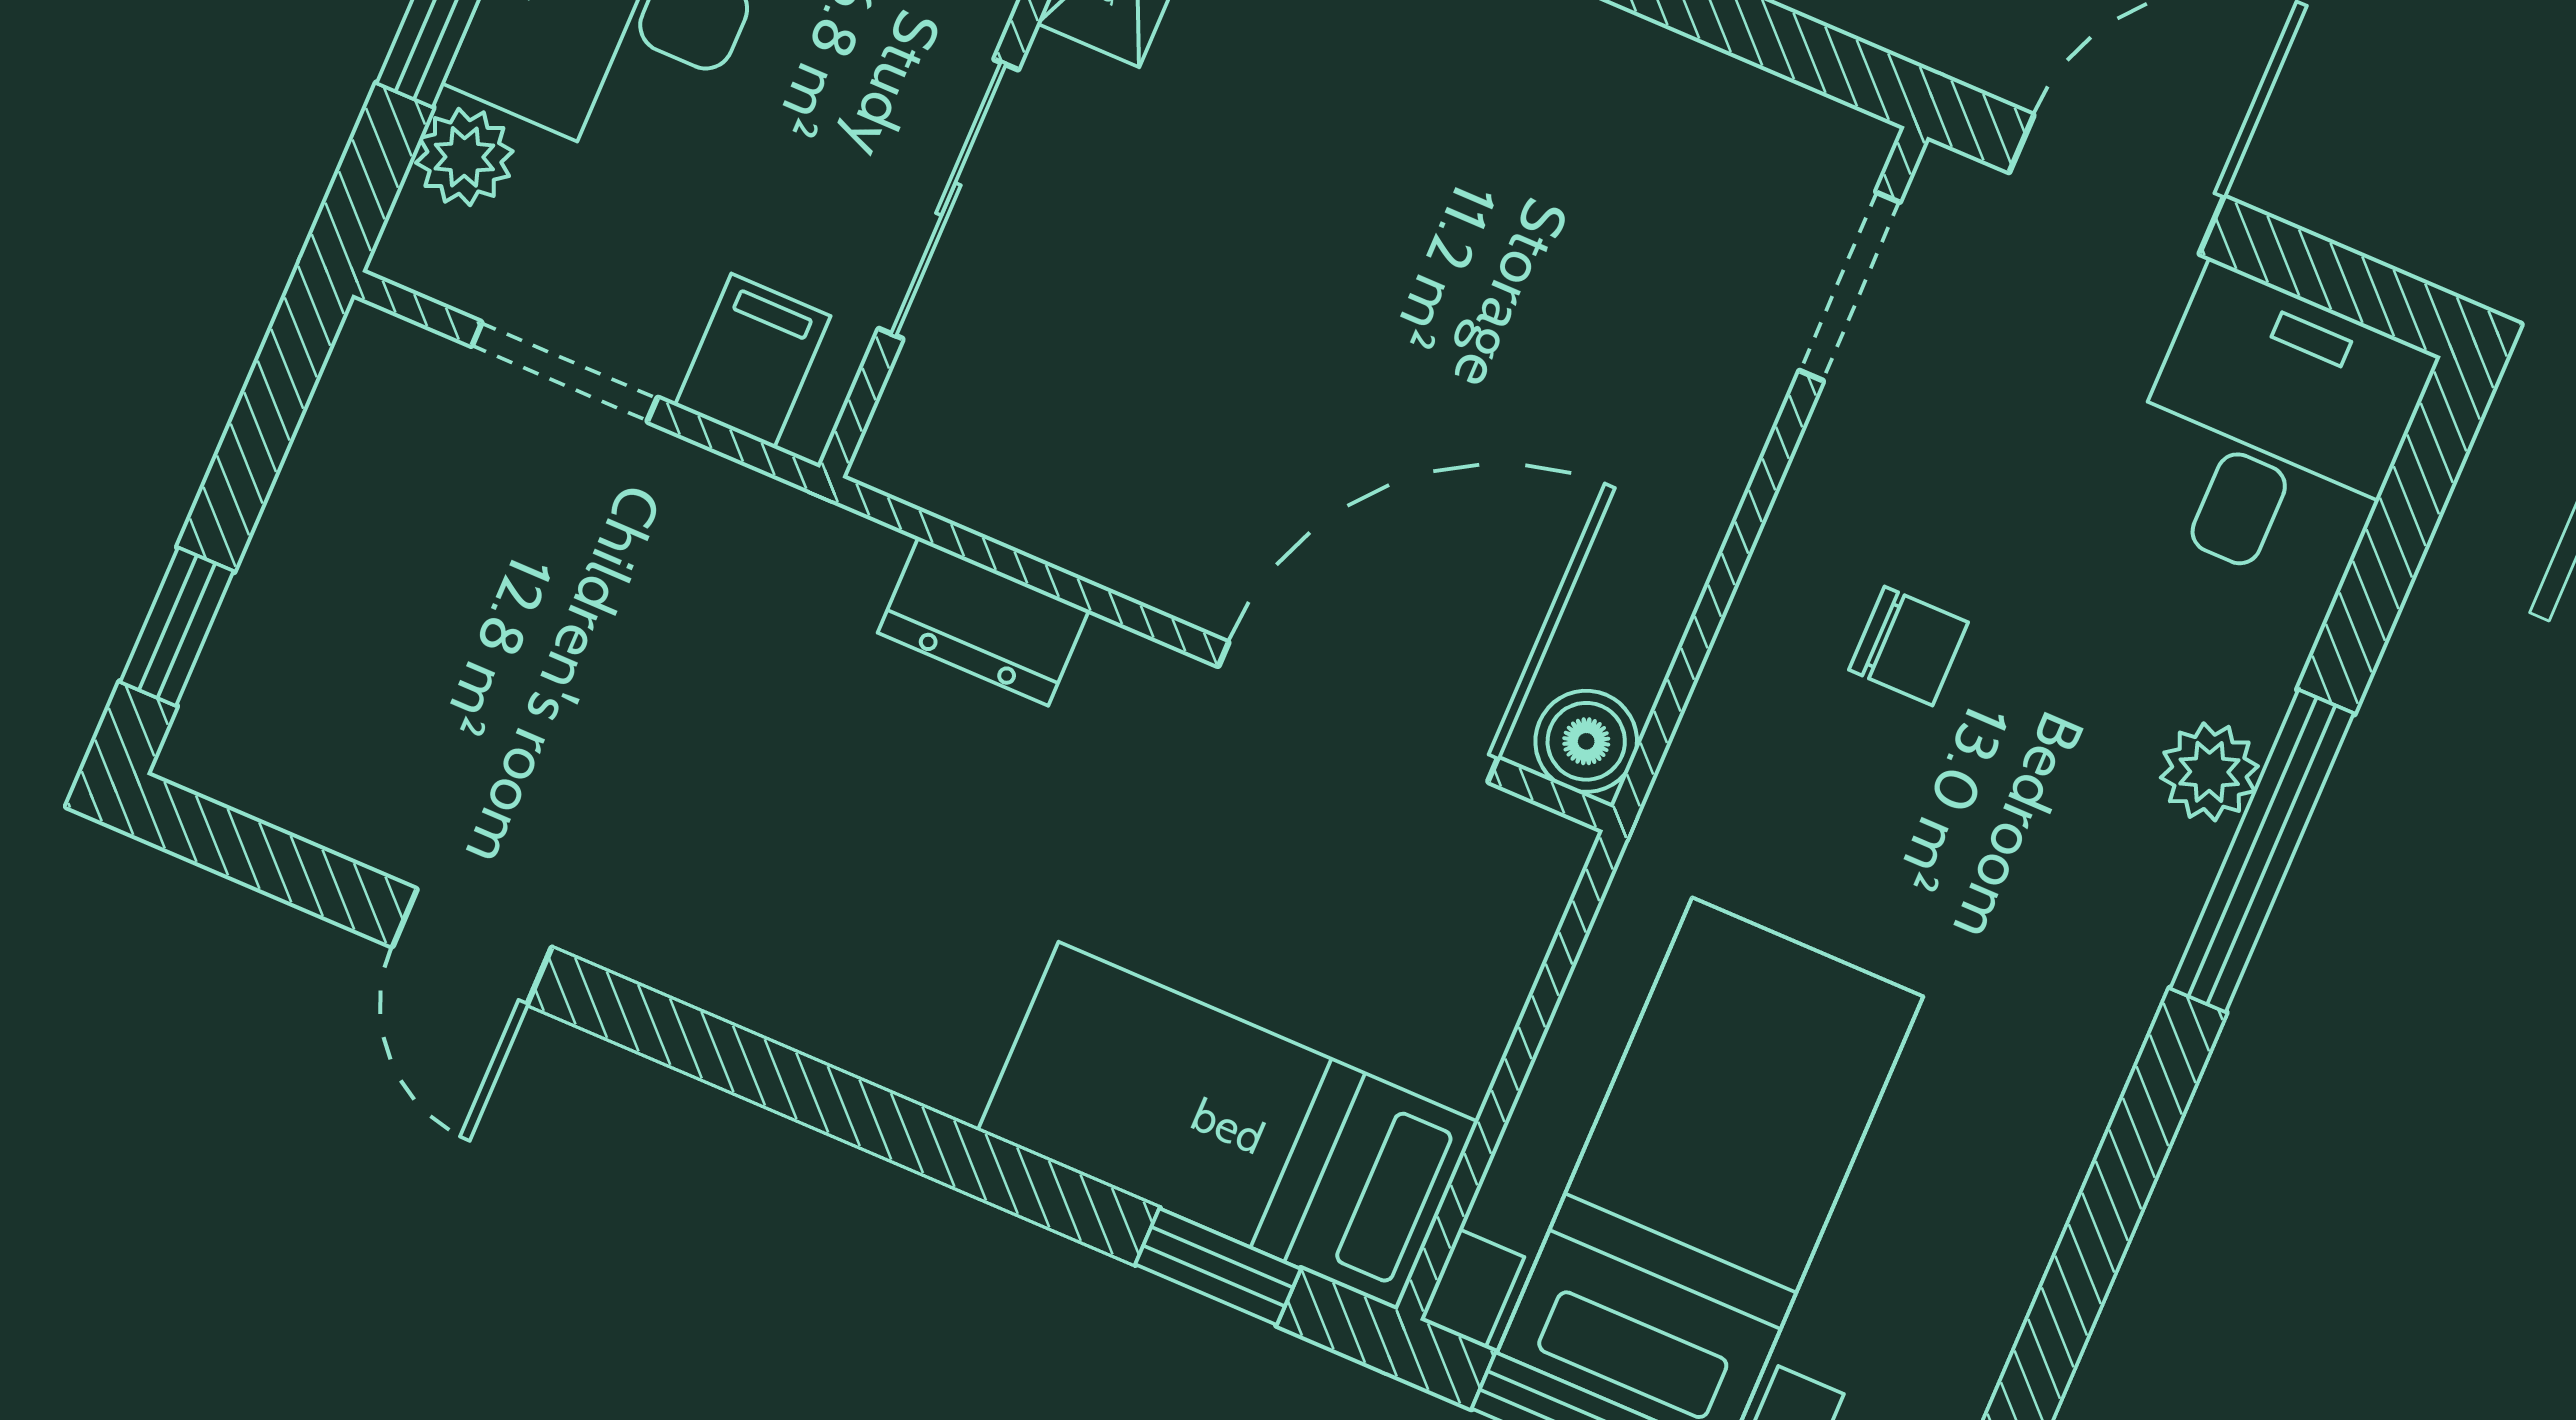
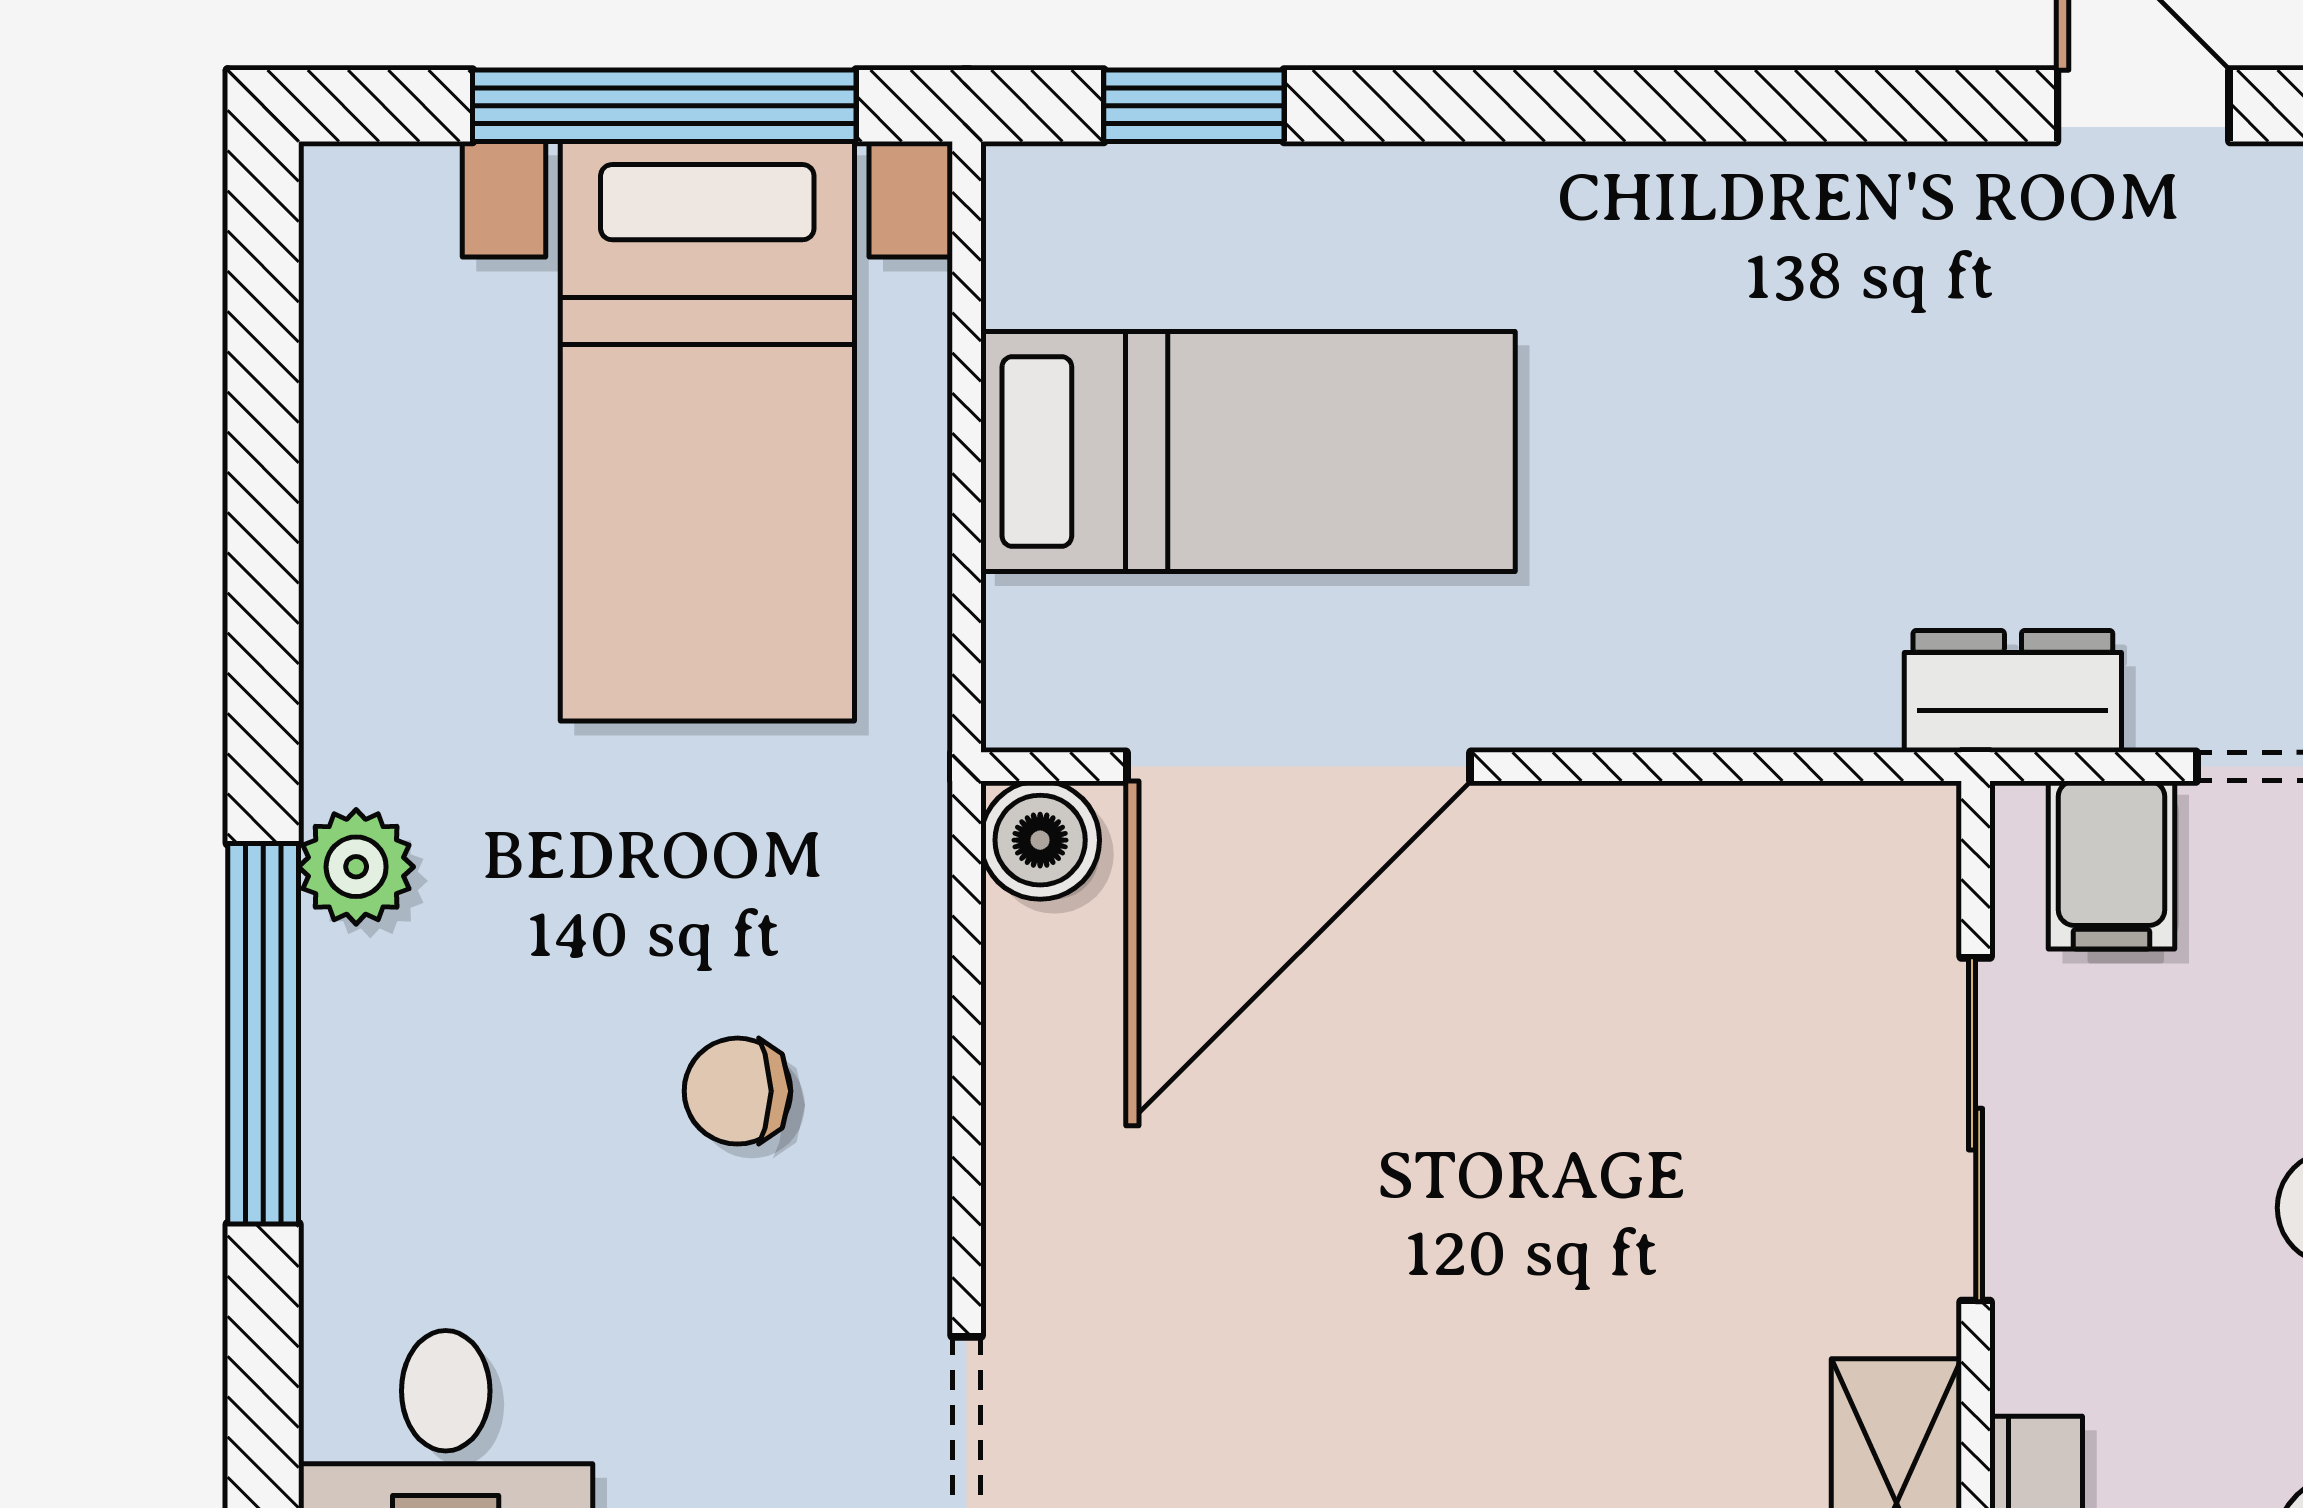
dresser: (983, 621) -> (2013, 691), moved
plant: (2209, 772) -> (356, 867), moved
bed: (1228, 1126) -> (1248, 451), moved

